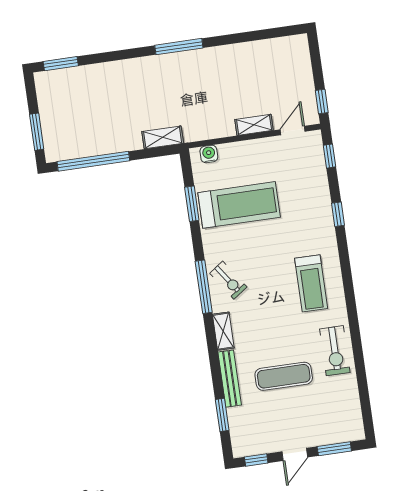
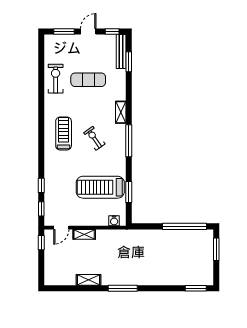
shelving: (163, 137) -> (88, 280), moved
window: (338, 214) -> (41, 185), moved
exercise bike: (228, 280) -> (94, 138), moved
exercise bike: (335, 351) -> (56, 79), moved
bench: (230, 379) -> (121, 51), moved

